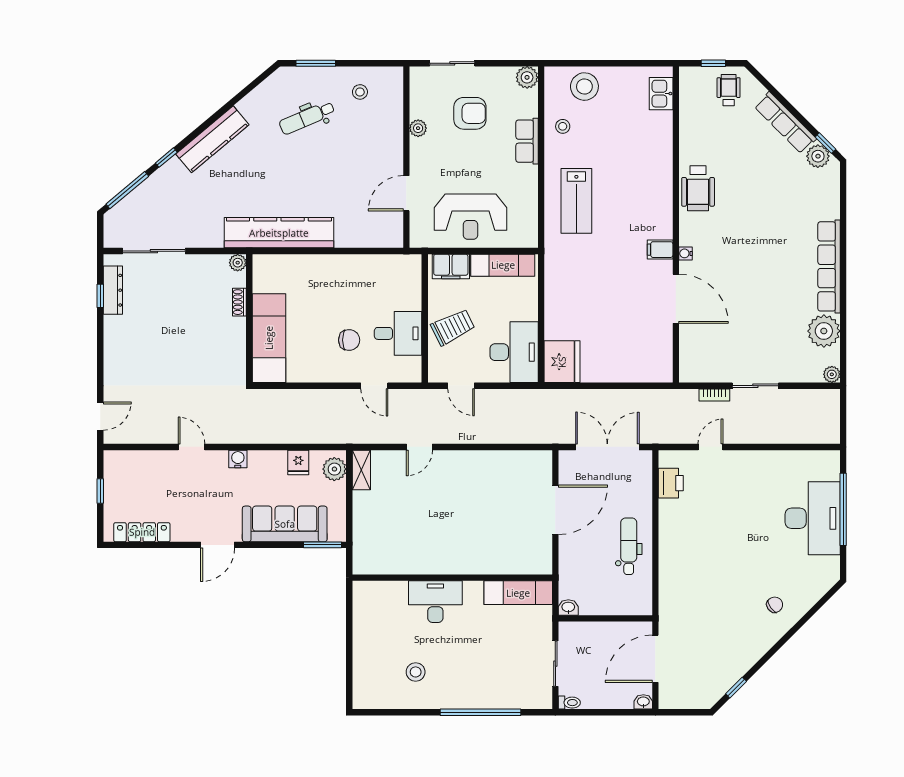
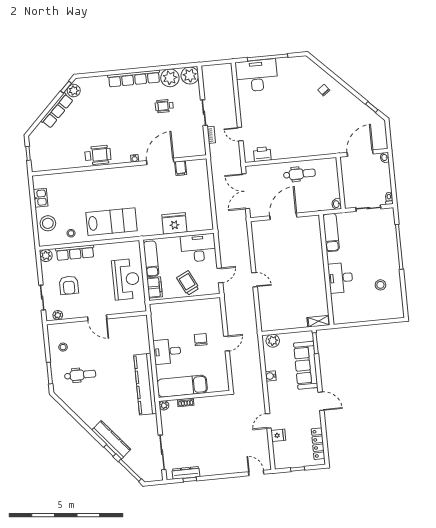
wheelchair: (729, 90) -> (164, 106), moved
kitchen sink: (661, 94) -> (41, 198), moved, turned -90
armchair: (470, 113) -> (69, 285), turned 180
dental chair: (307, 118) -> (80, 375), turned -67
plant: (418, 128) -> (58, 315), moved
kitchen counter: (212, 139) -> (111, 440), moved
row of seats: (527, 141) -> (75, 253), width x1.48
door: (406, 193) -> (97, 318), moved
lab bench: (576, 201) -> (111, 222), width x1.36, depth x1.39
filing cabinet: (660, 250) -> (181, 168), moved
desk: (398, 333) -> (167, 351), moved, turned -90
exam couch: (269, 338) -> (182, 386), moved
fridge: (562, 362) -> (174, 223), moved
plant: (832, 374) -> (190, 76), width x1.87, depth x1.87
door: (374, 386) -> (227, 344), moved
door: (419, 447) -> (254, 280), moved
water cooler: (238, 459) -> (271, 376), moved
fridge: (298, 462) -> (278, 435), moved
shelving: (361, 470) -> (319, 321), moved
door: (555, 510) -> (283, 216), hinge flipped
desk: (813, 518) -> (257, 76), moved
dental chair: (629, 546) -> (299, 174), turned 180
door: (655, 659) -> (360, 153), swing flipped

